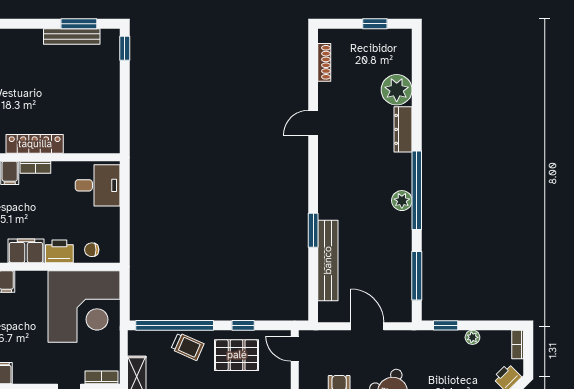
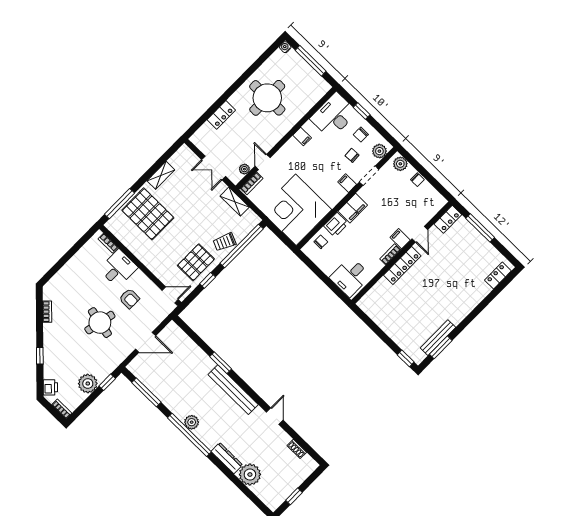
shoe rack: (324, 62) -> (297, 449), width x0.70
bench: (328, 260) -> (233, 390), moved
plant: (472, 337) -> (88, 384), width x1.88, depth x1.88

